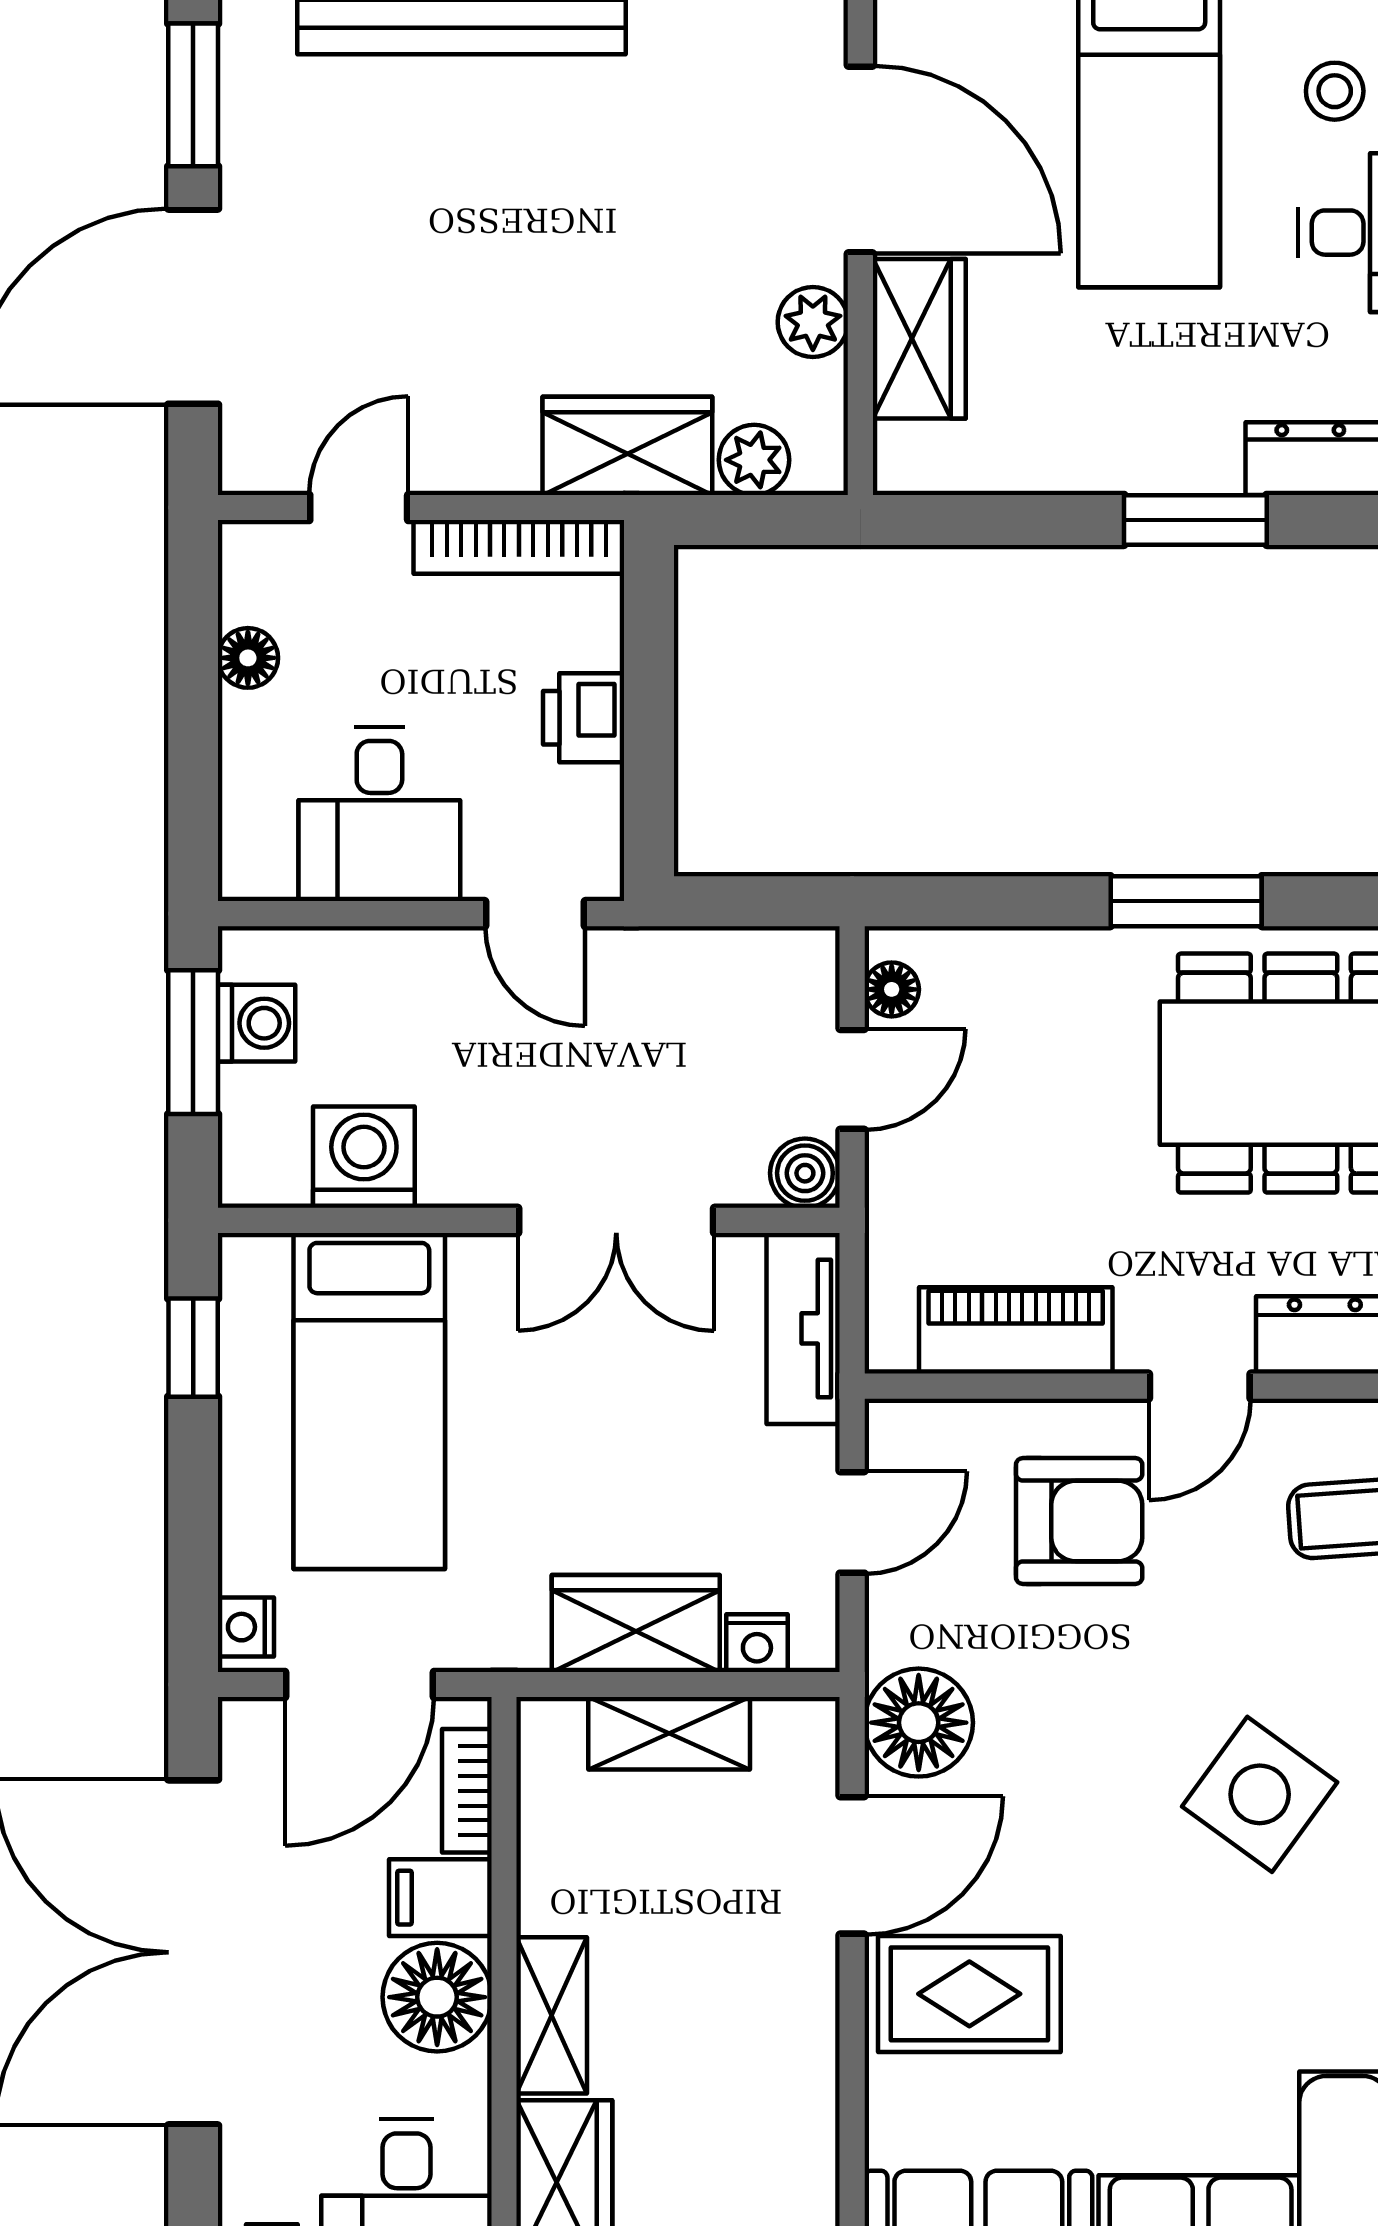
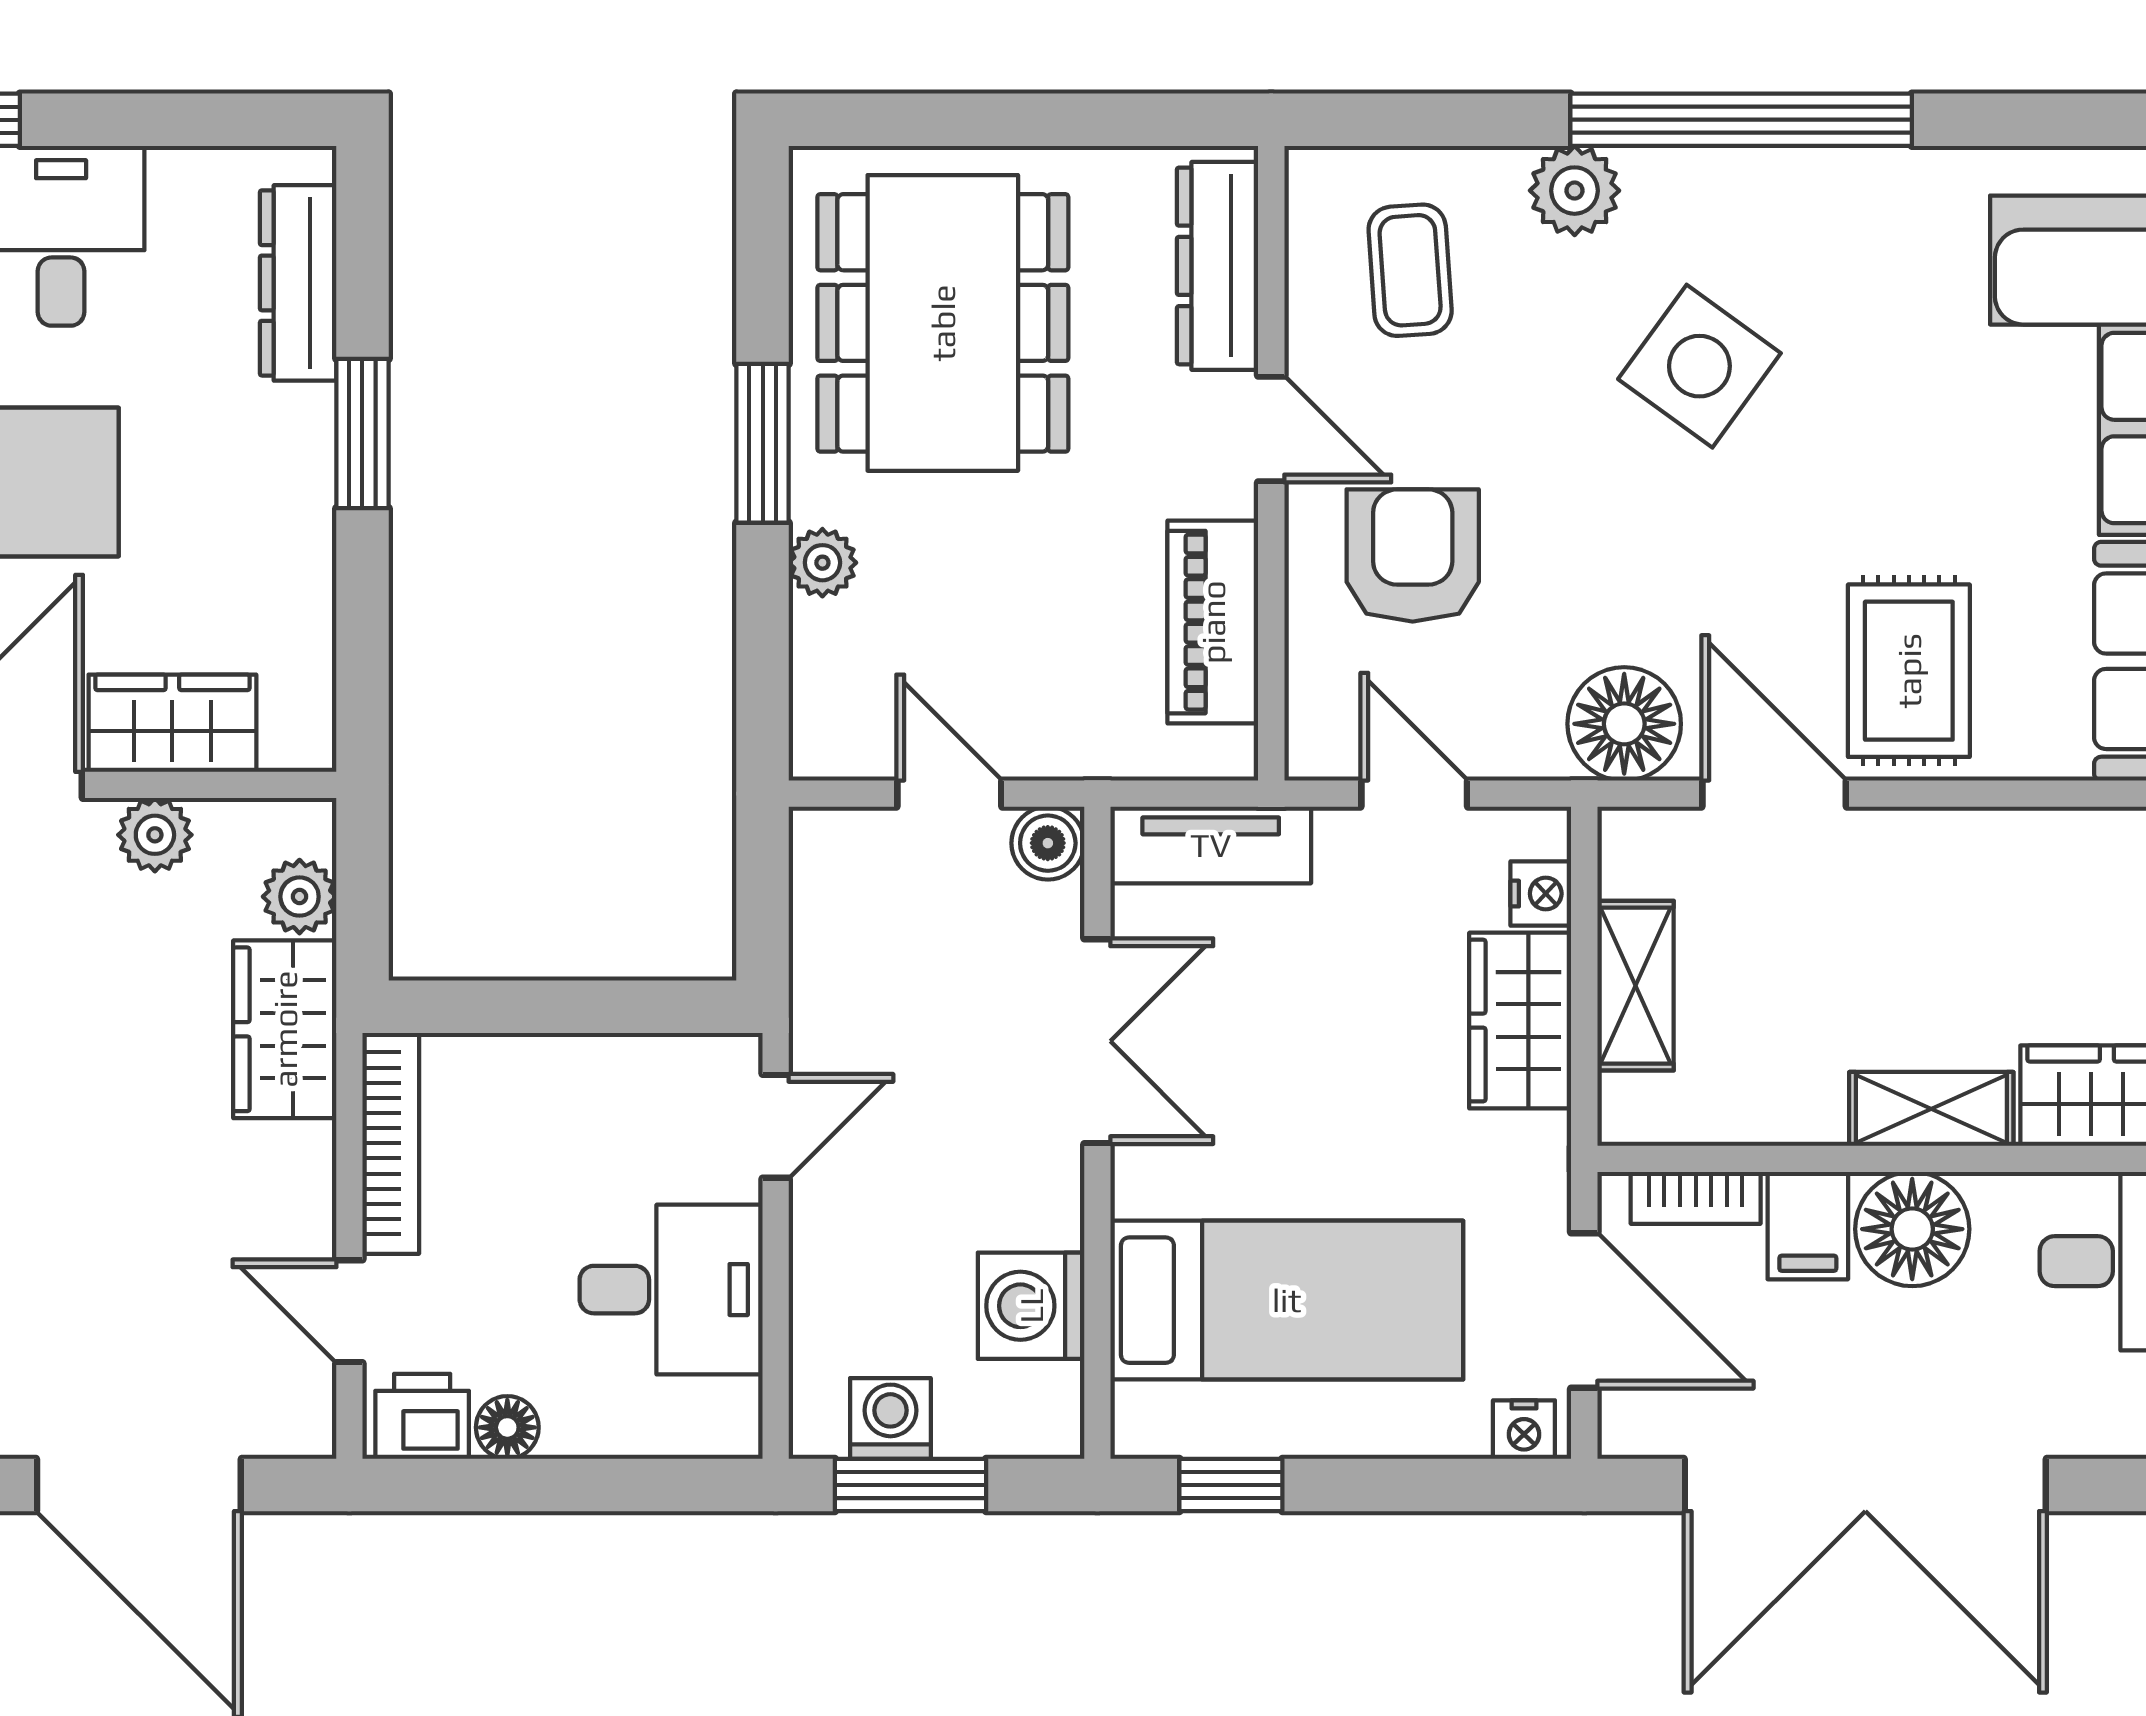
printer: (584, 718) -> (422, 1416), moved, turned 180
plant: (1072, 958) -> (822, 563), added
floor lamp: (892, 989) -> (855, 752), removed

